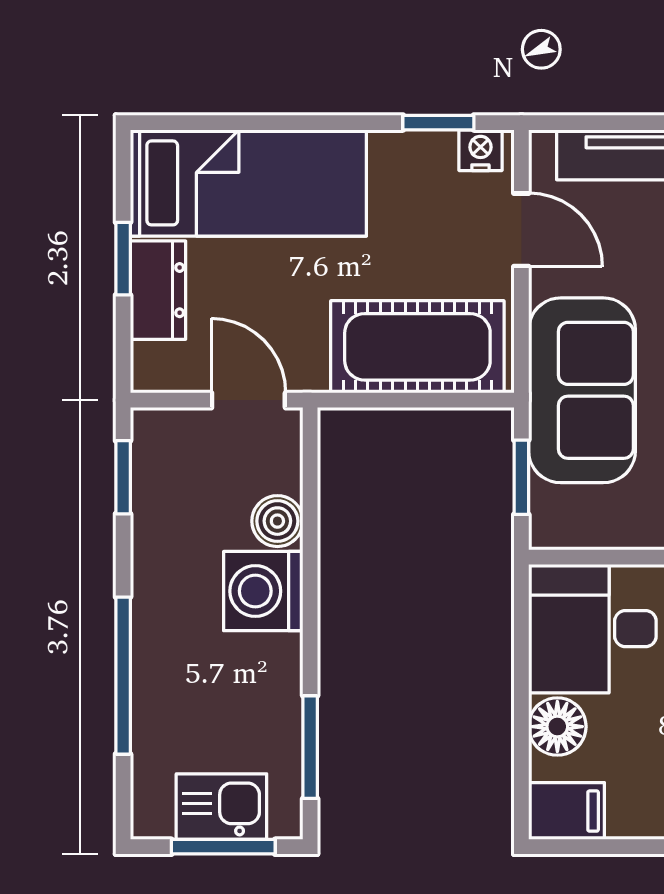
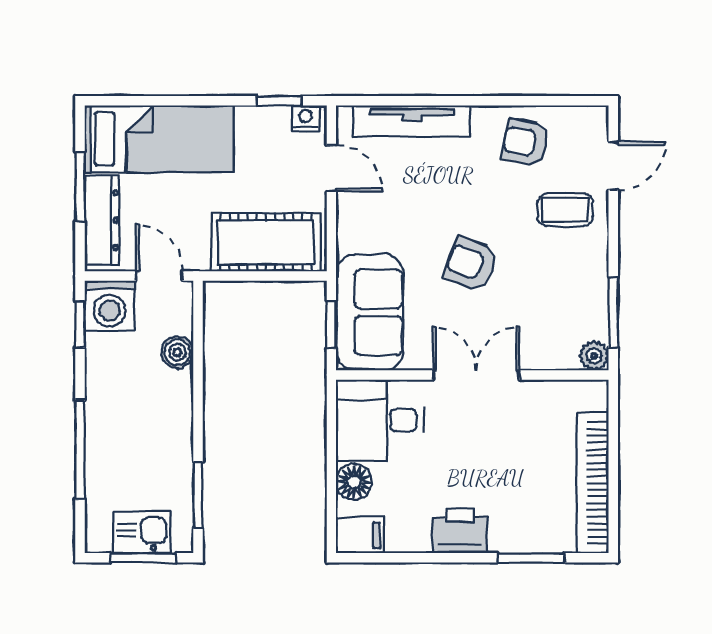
window: (123, 259) -> (80, 187), width x1.50
dresser: (158, 290) -> (102, 220), width x1.44
sofa: (582, 390) -> (370, 312), moved
washing machine: (263, 591) -> (110, 306), moved, turned -90

